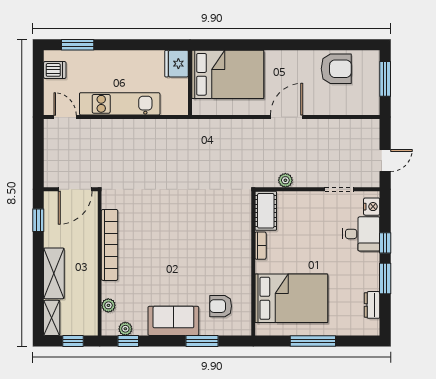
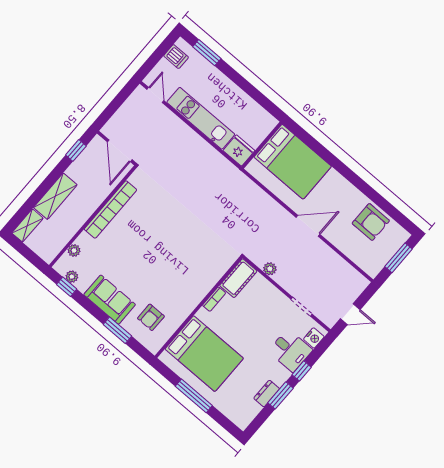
fridge: (177, 64) -> (239, 151), moved, turned 90
door: (75, 189) -> (120, 151), hinge flipped
dresser: (372, 305) -> (267, 393), moved
armchair: (221, 306) -> (151, 317), turned -90
window: (73, 341) -> (29, 254), removed

